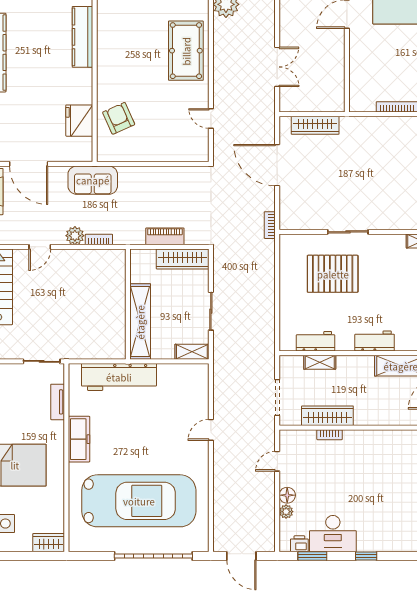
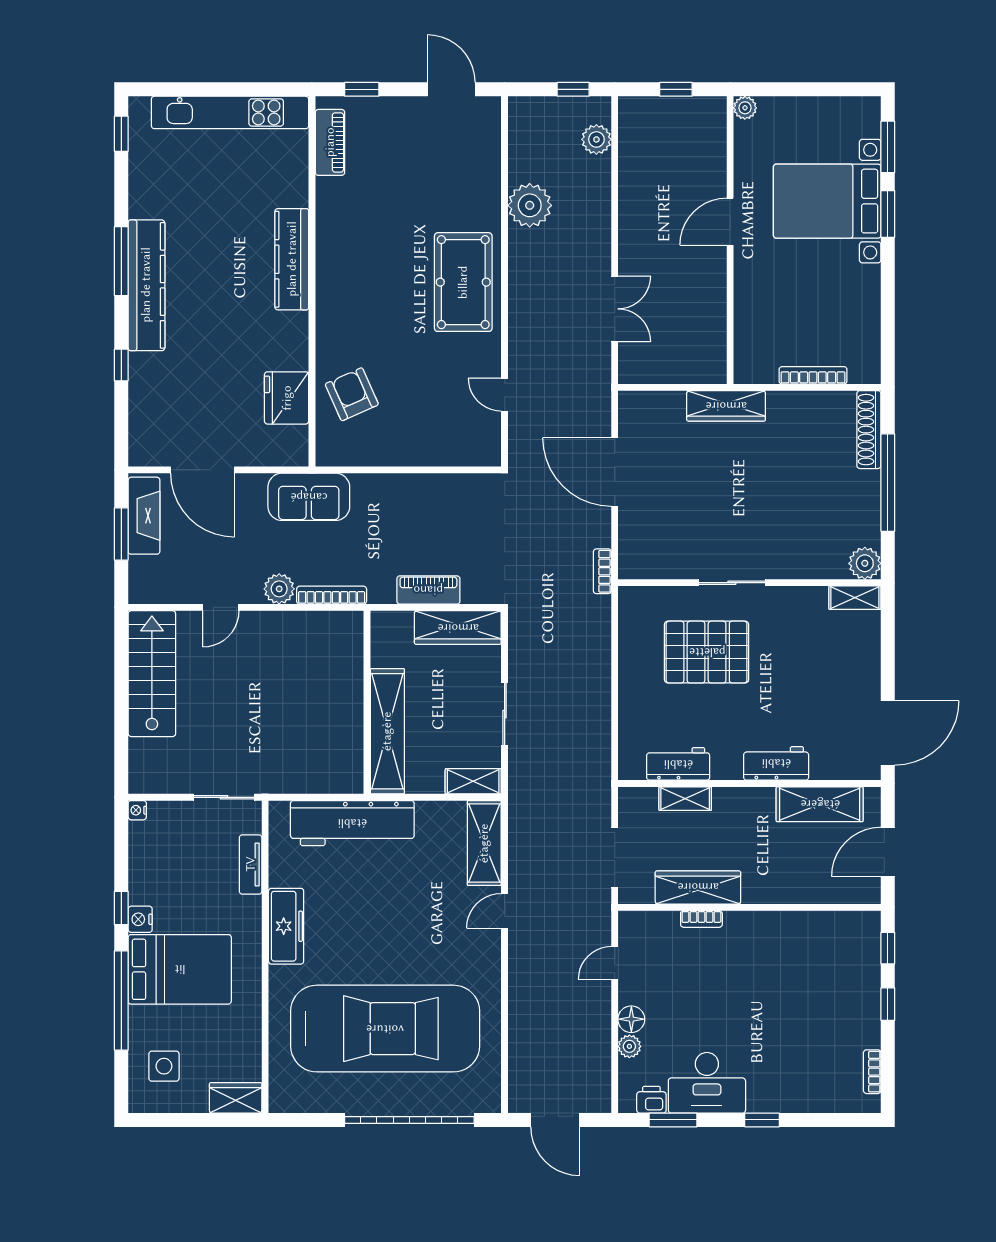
wardrobe: (315, 125) -> (726, 406), moved
bookcase: (99, 239) -> (332, 595), width x1.56
shelving: (199, 389) -> (484, 843), added

